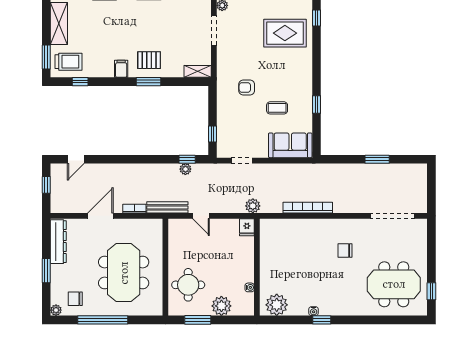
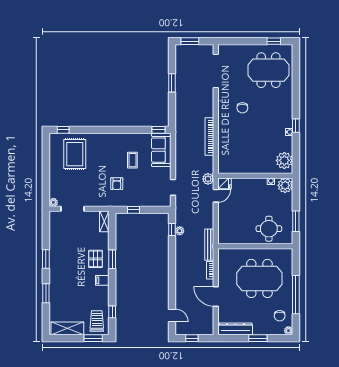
window: (316, 104) -> (159, 130), moved
window: (213, 134) -> (133, 210), moved
window: (431, 182) -> (190, 41), added
door: (201, 216) -> (216, 196), moved
meeting table: (394, 284) -> (268, 70), turned 90
plant: (221, 306) -> (285, 185), moved

